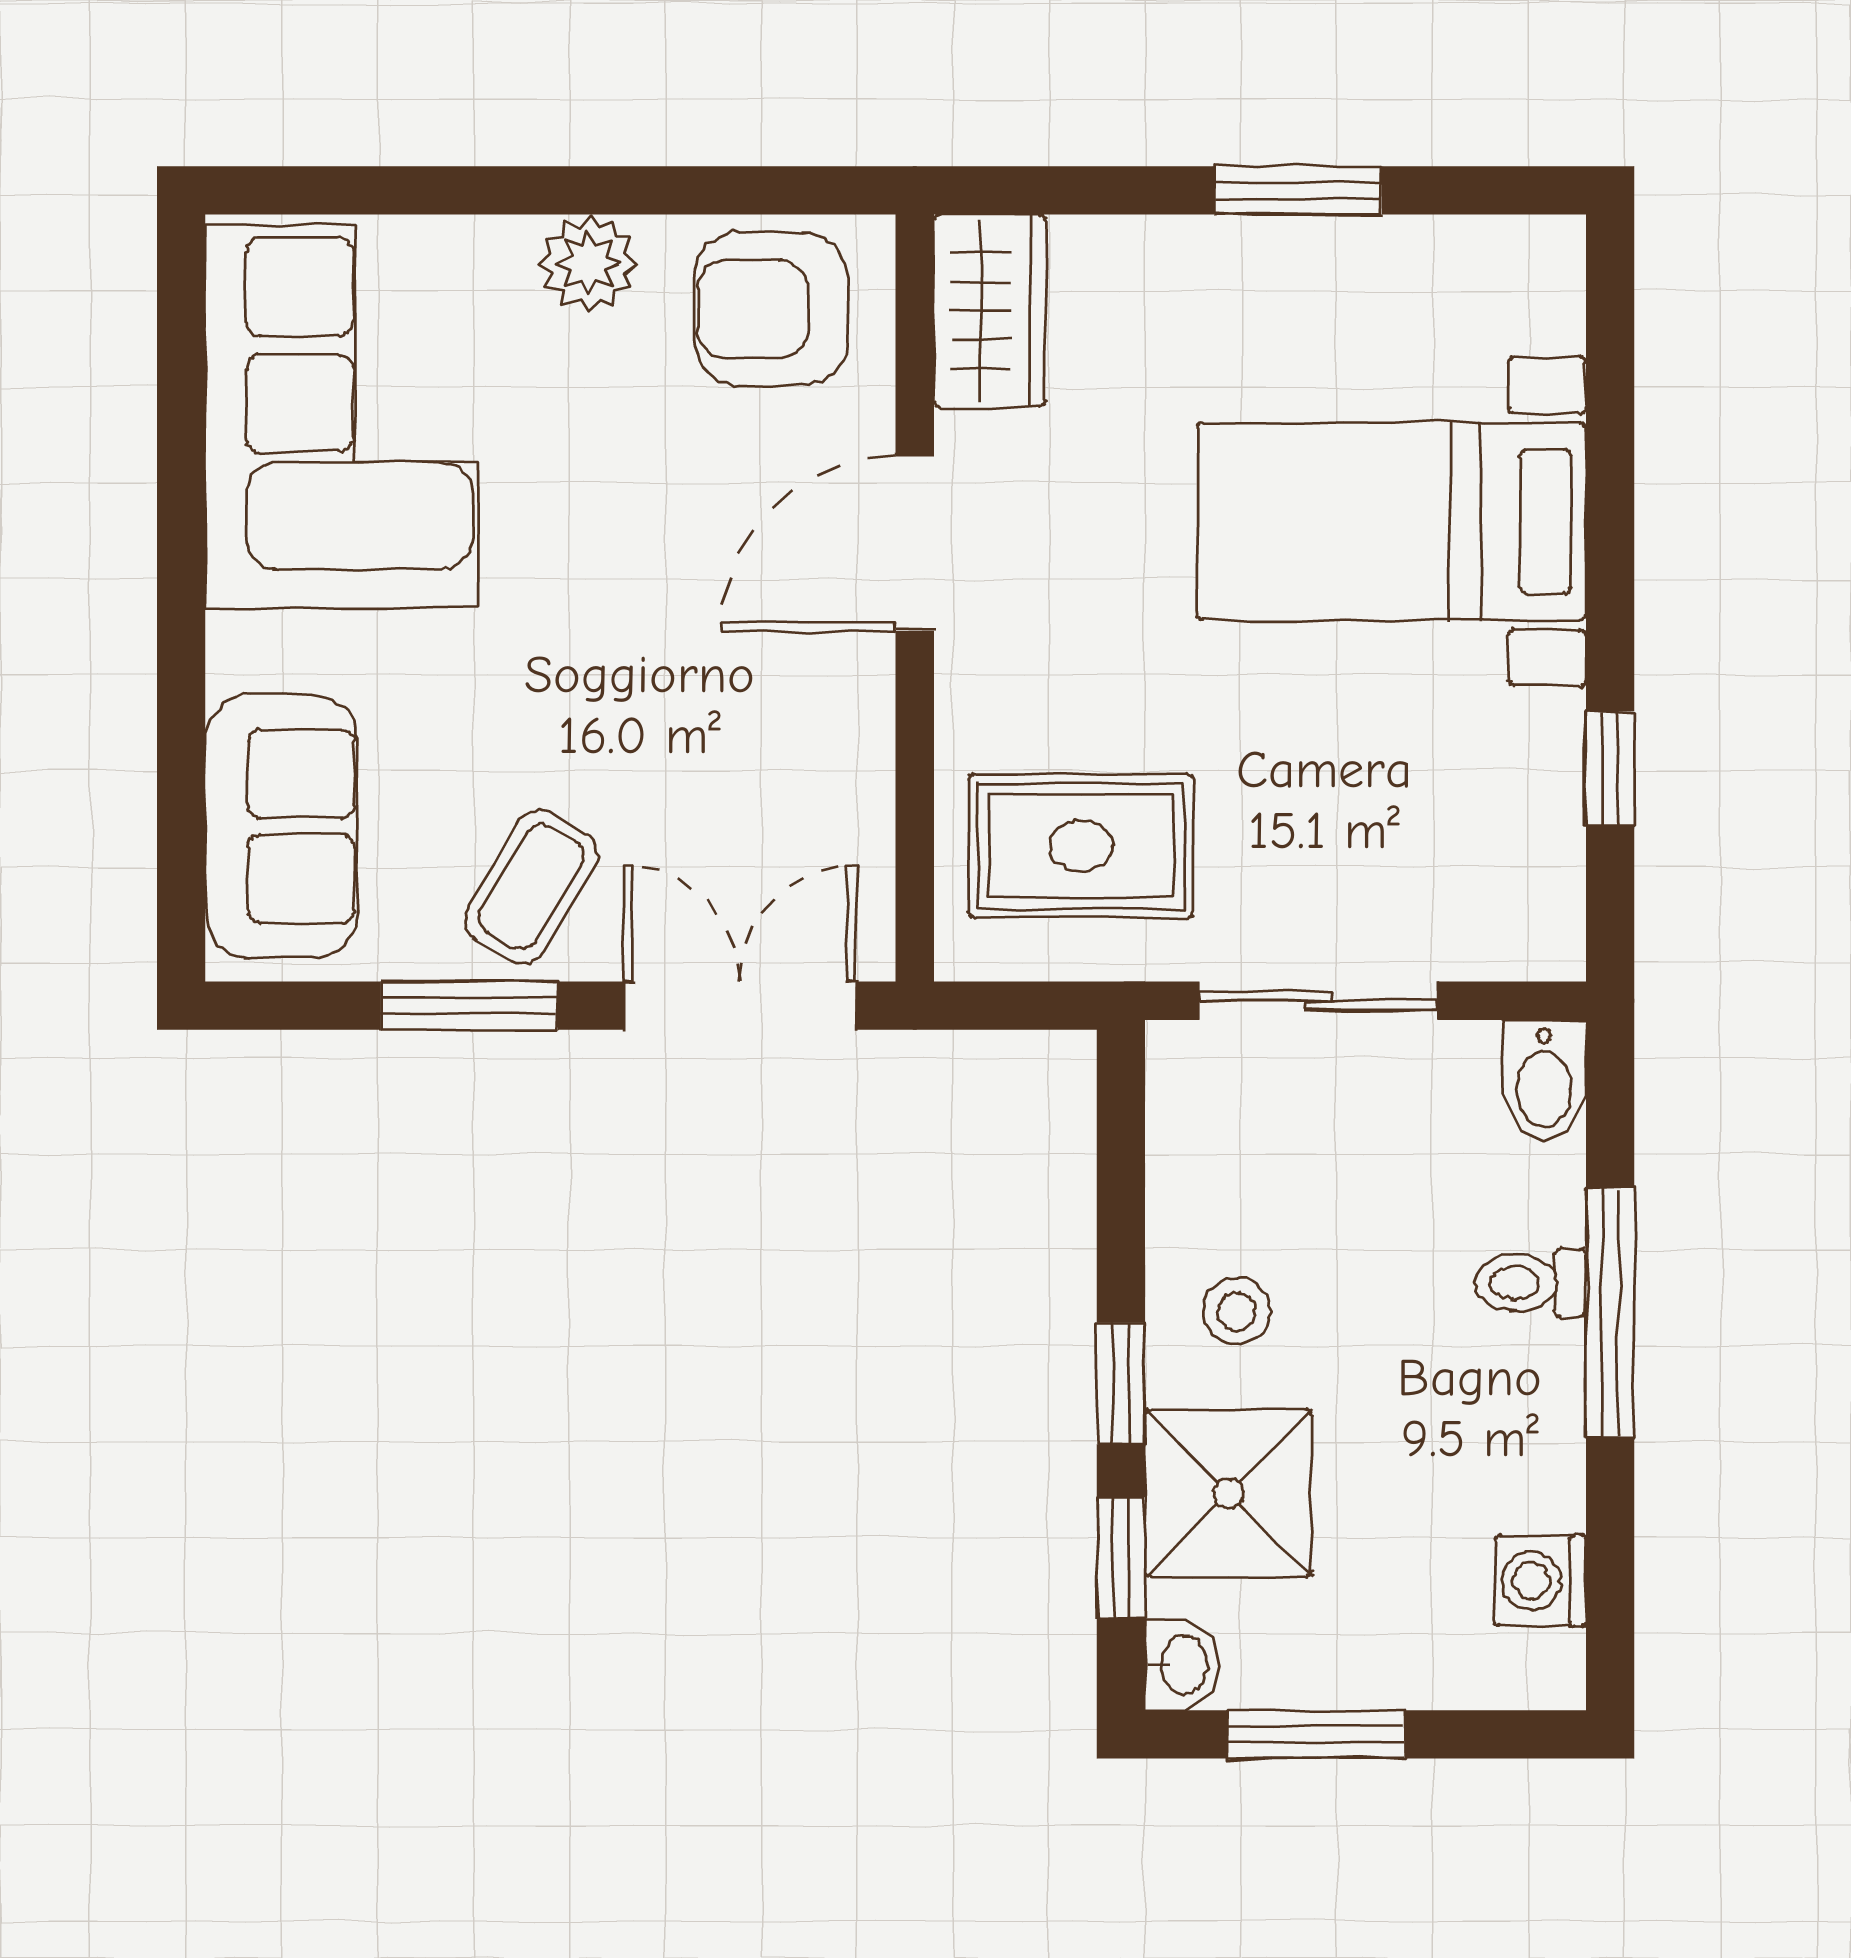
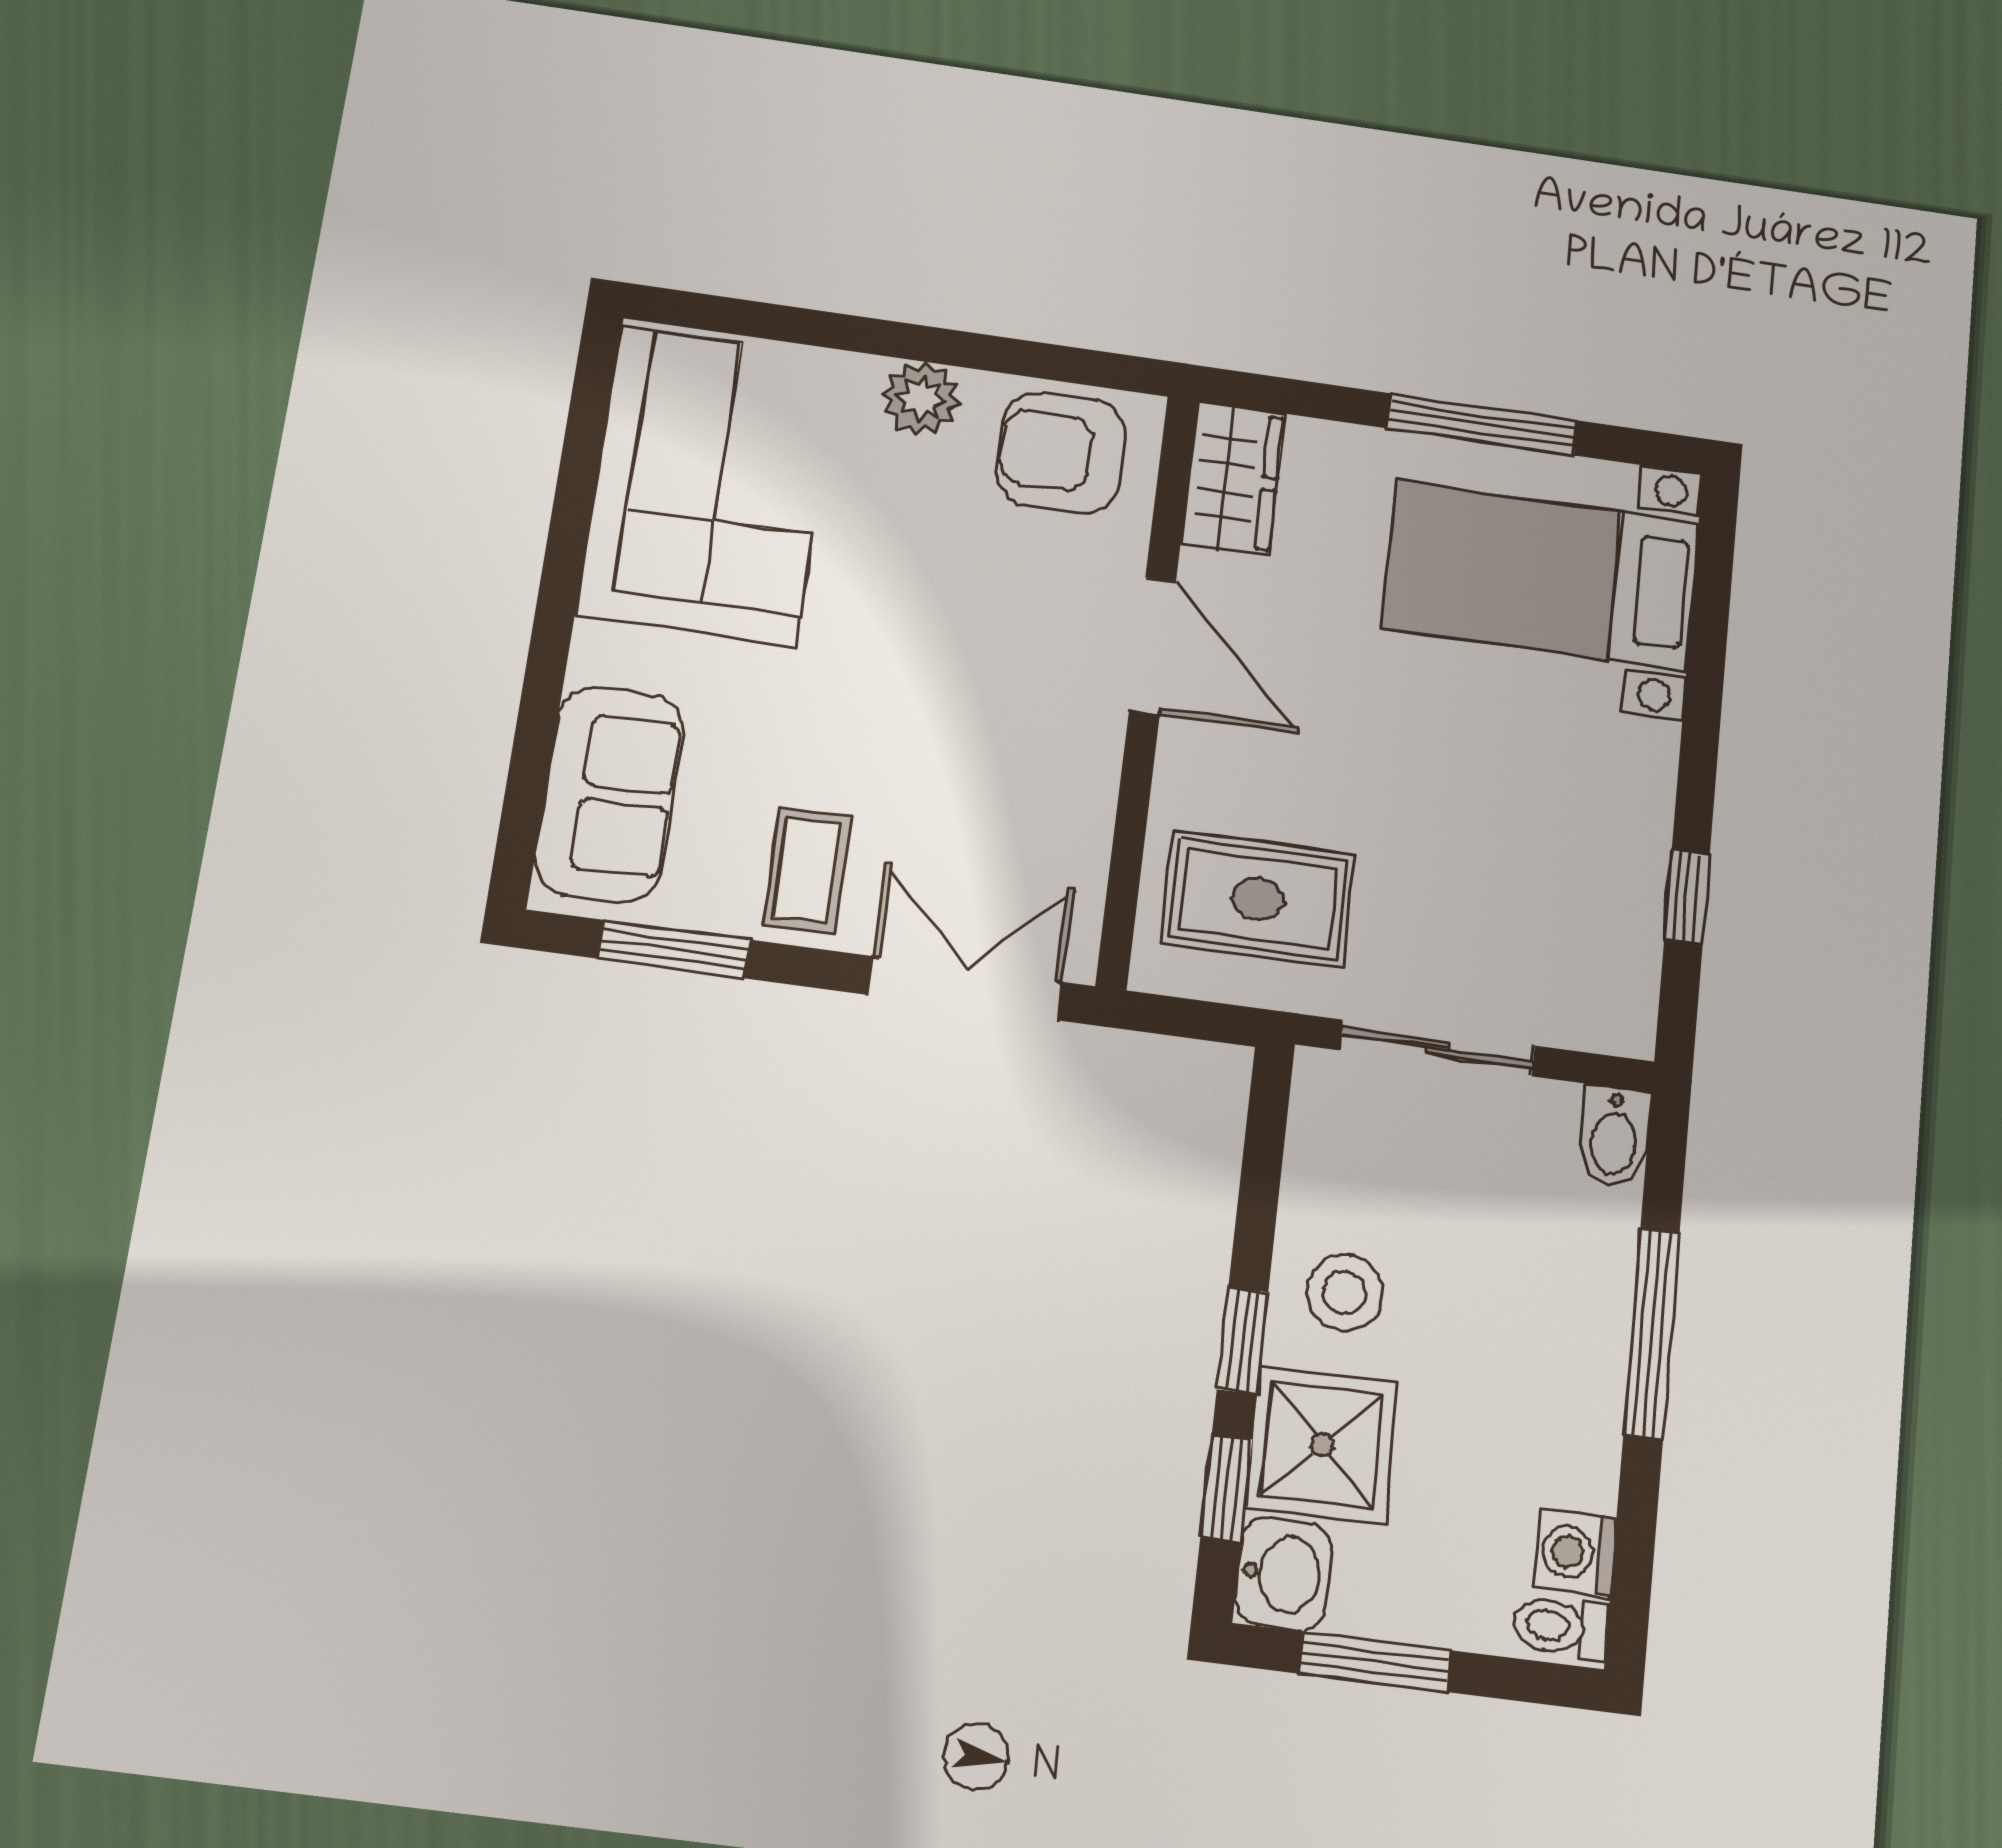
window: (1298, 190) -> (1482, 424), width x1.44
bed with nightstands: (1391, 521) -> (1541, 575), moved
door: (915, 544) -> (1153, 646), swing flipped
coffee table: (531, 887) -> (807, 870), turned -31
window: (469, 1006) -> (674, 949), moved
toilet: (1531, 1283) -> (1561, 1627), moved
stool: (1237, 1311) -> (1345, 1293), width x1.37, depth x1.37
washbasin: (1182, 1665) -> (1283, 1574), width x1.38, depth x1.45

